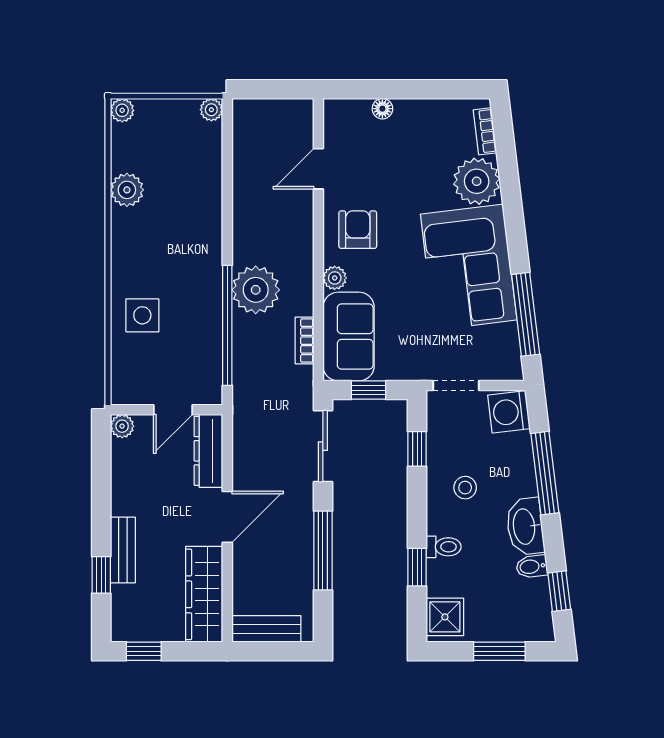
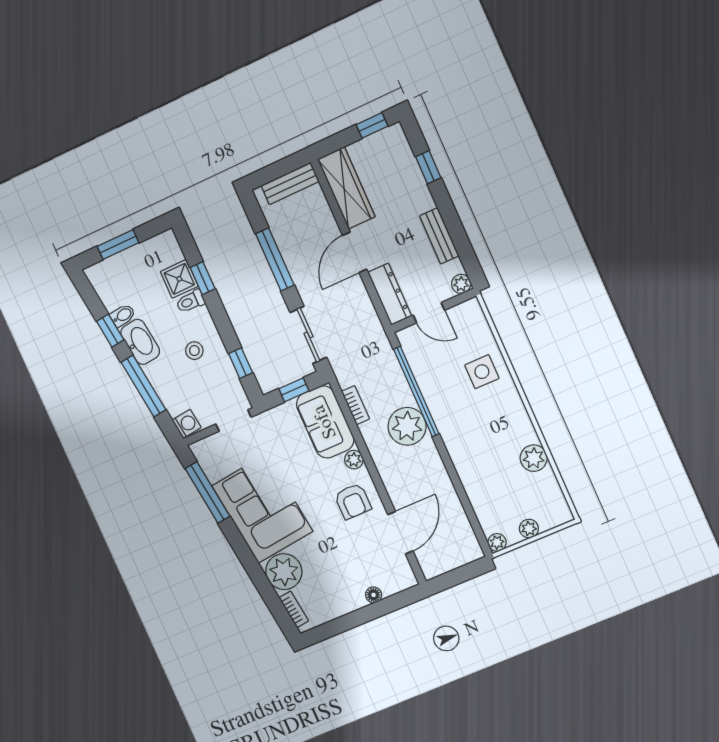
plant: (122, 110) -> (529, 529), moved
door: (318, 169) -> (400, 533), width x1.38
door: (173, 410) -> (429, 313), swing flipped
washing machine: (509, 412) -> (187, 424), width x0.73, depth x0.73
bench: (123, 550) -> (439, 236), moved
window: (559, 591) -> (110, 331), moved
shower: (445, 617) -> (179, 279), moved

